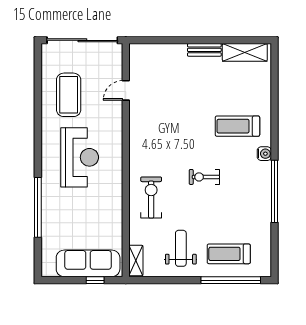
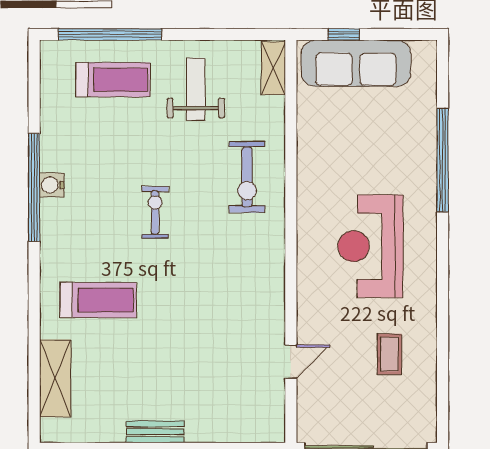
shelving: (245, 52) -> (55, 378), moved, turned 90
coffee table: (69, 95) -> (389, 354), width x0.54, depth x0.58
water cooler: (264, 154) -> (52, 185), moved
exercise bike: (204, 177) -> (155, 212), turned -90
weight bench: (181, 248) -> (196, 89), turned 180

